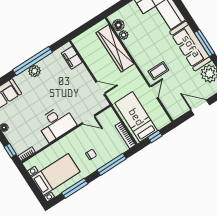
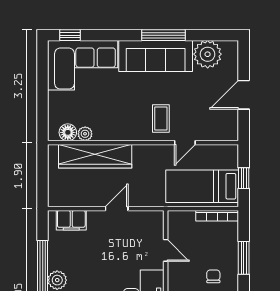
door: (100, 88) -> (117, 209), moved
door: (154, 92) -> (185, 143), swing flipped
door: (89, 119) -> (166, 250), hinge flipped
window: (112, 164) -> (244, 258), width x0.69

